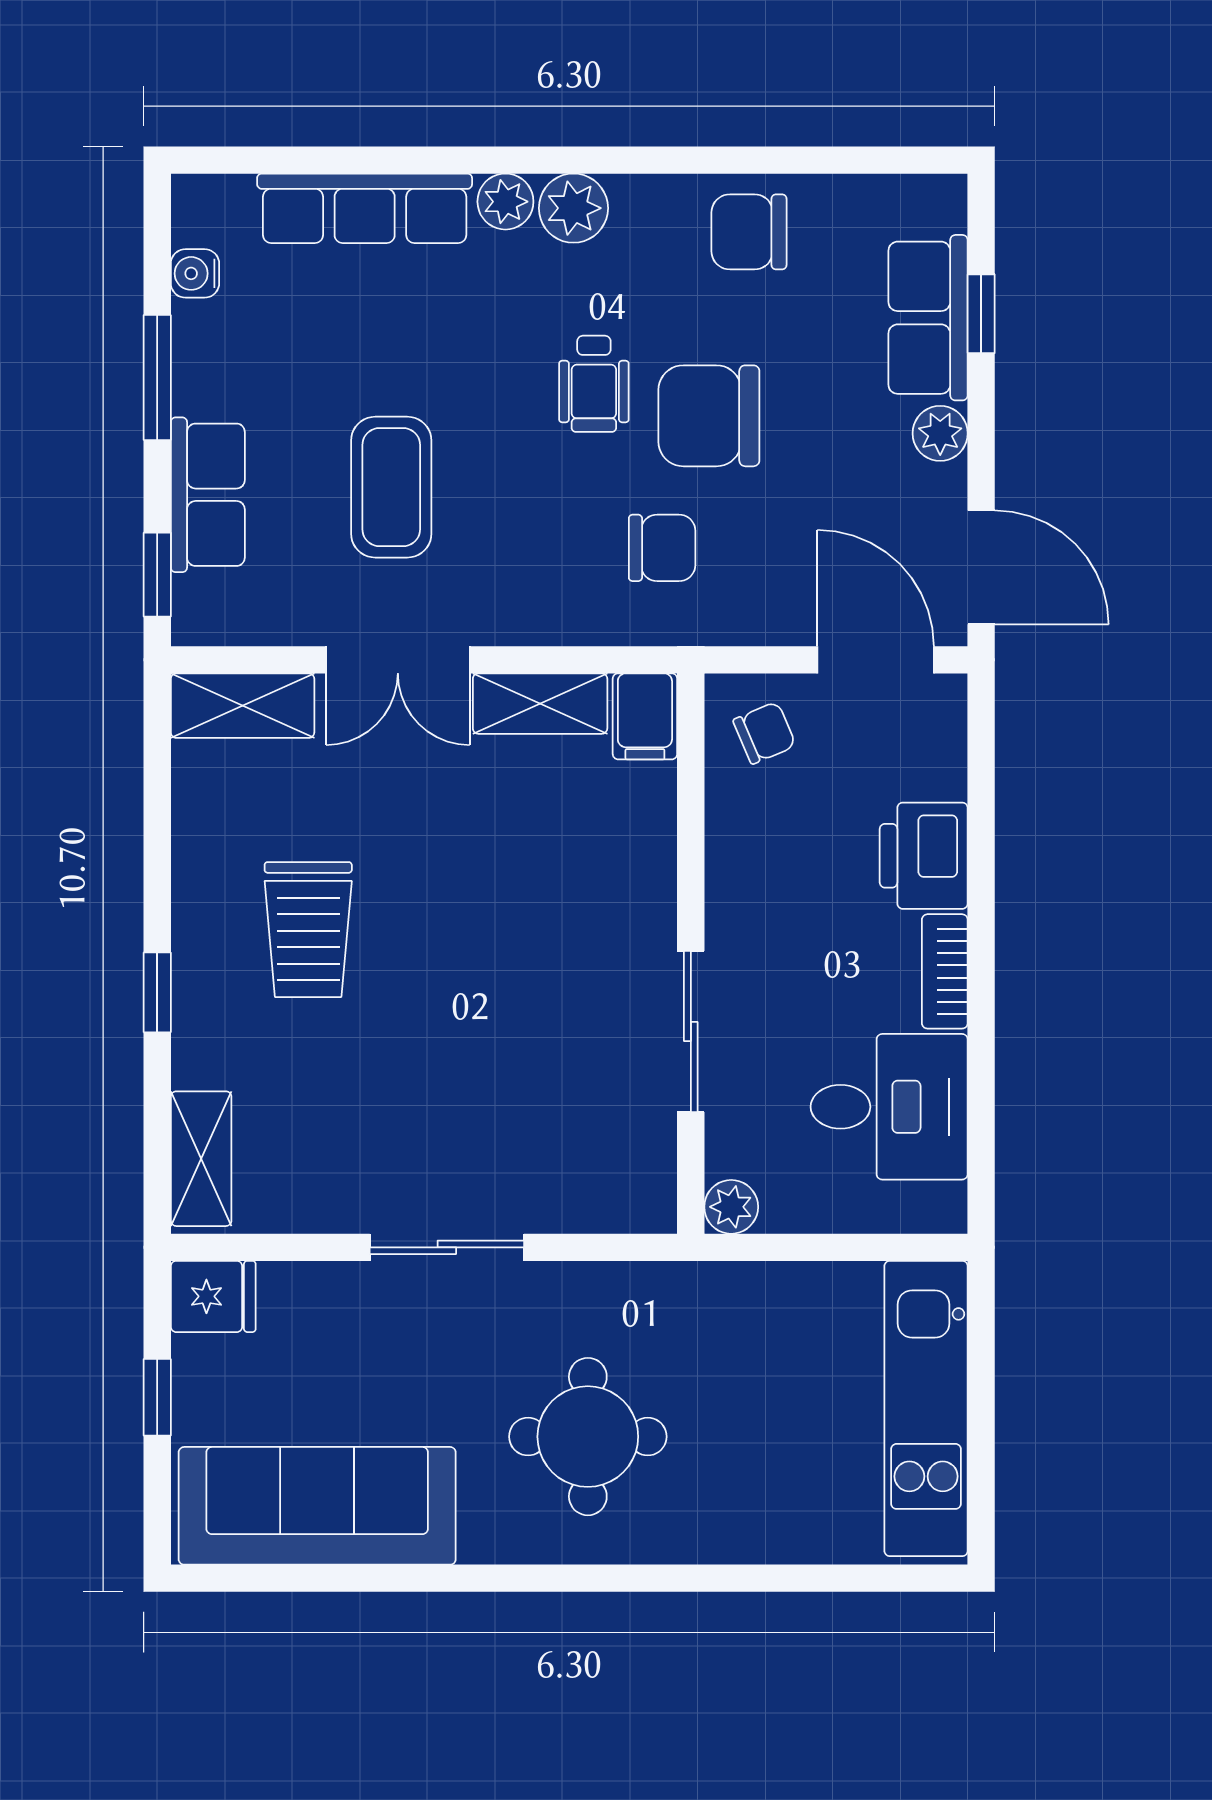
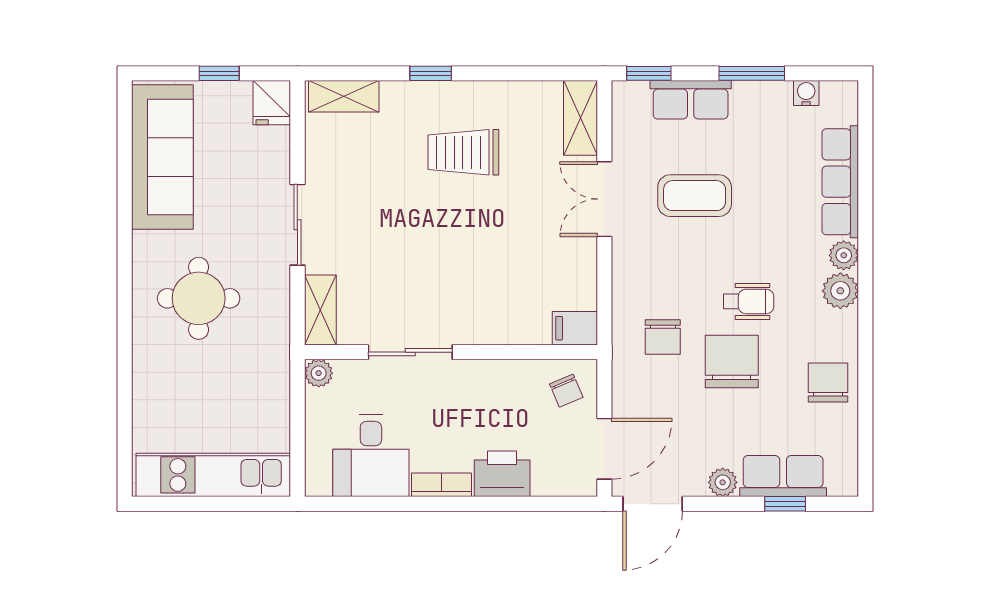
wheelchair: (594, 384) -> (749, 301), turned 180
shelving: (540, 704) -> (320, 310), moved

